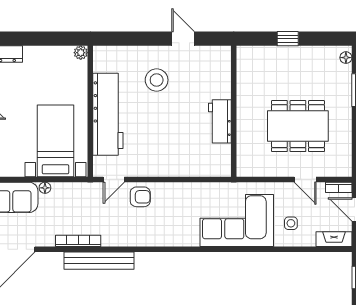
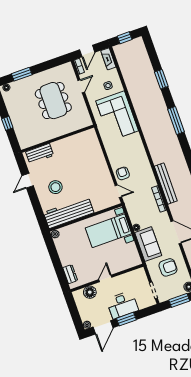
workbench: (108, 114) -> (69, 213), moved
workbench: (220, 121) -> (40, 154), moved

